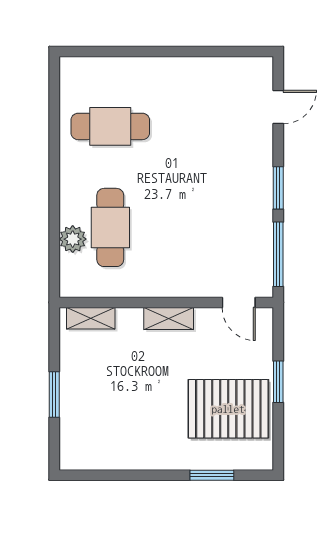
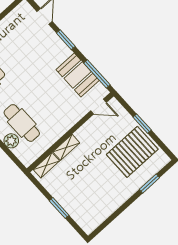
window: (278, 188) -> (66, 40), moved
booth: (250, 231) -> (78, 75), added
shelving: (169, 318) -> (66, 147), moved

